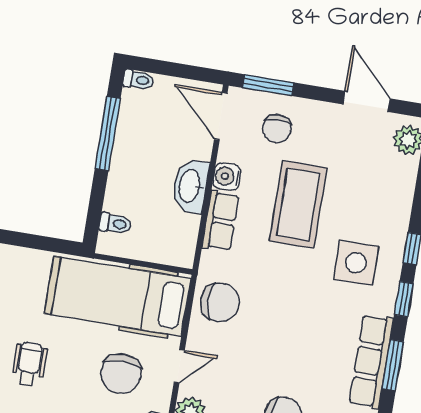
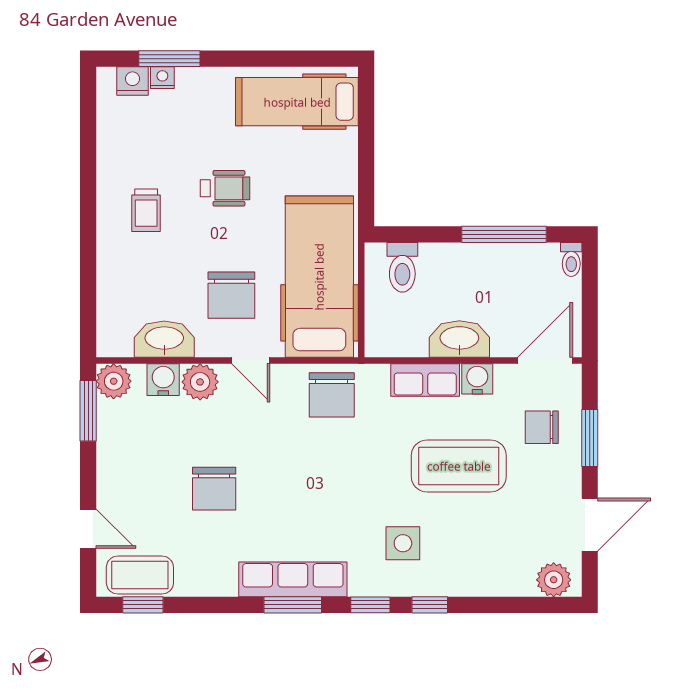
window: (268, 85) -> (590, 438), moved
toilet: (115, 223) -> (402, 267), width x1.37, depth x1.39
side table: (356, 263) -> (403, 543), width x0.73, depth x0.73
chair: (121, 374) -> (231, 295), turned -90

